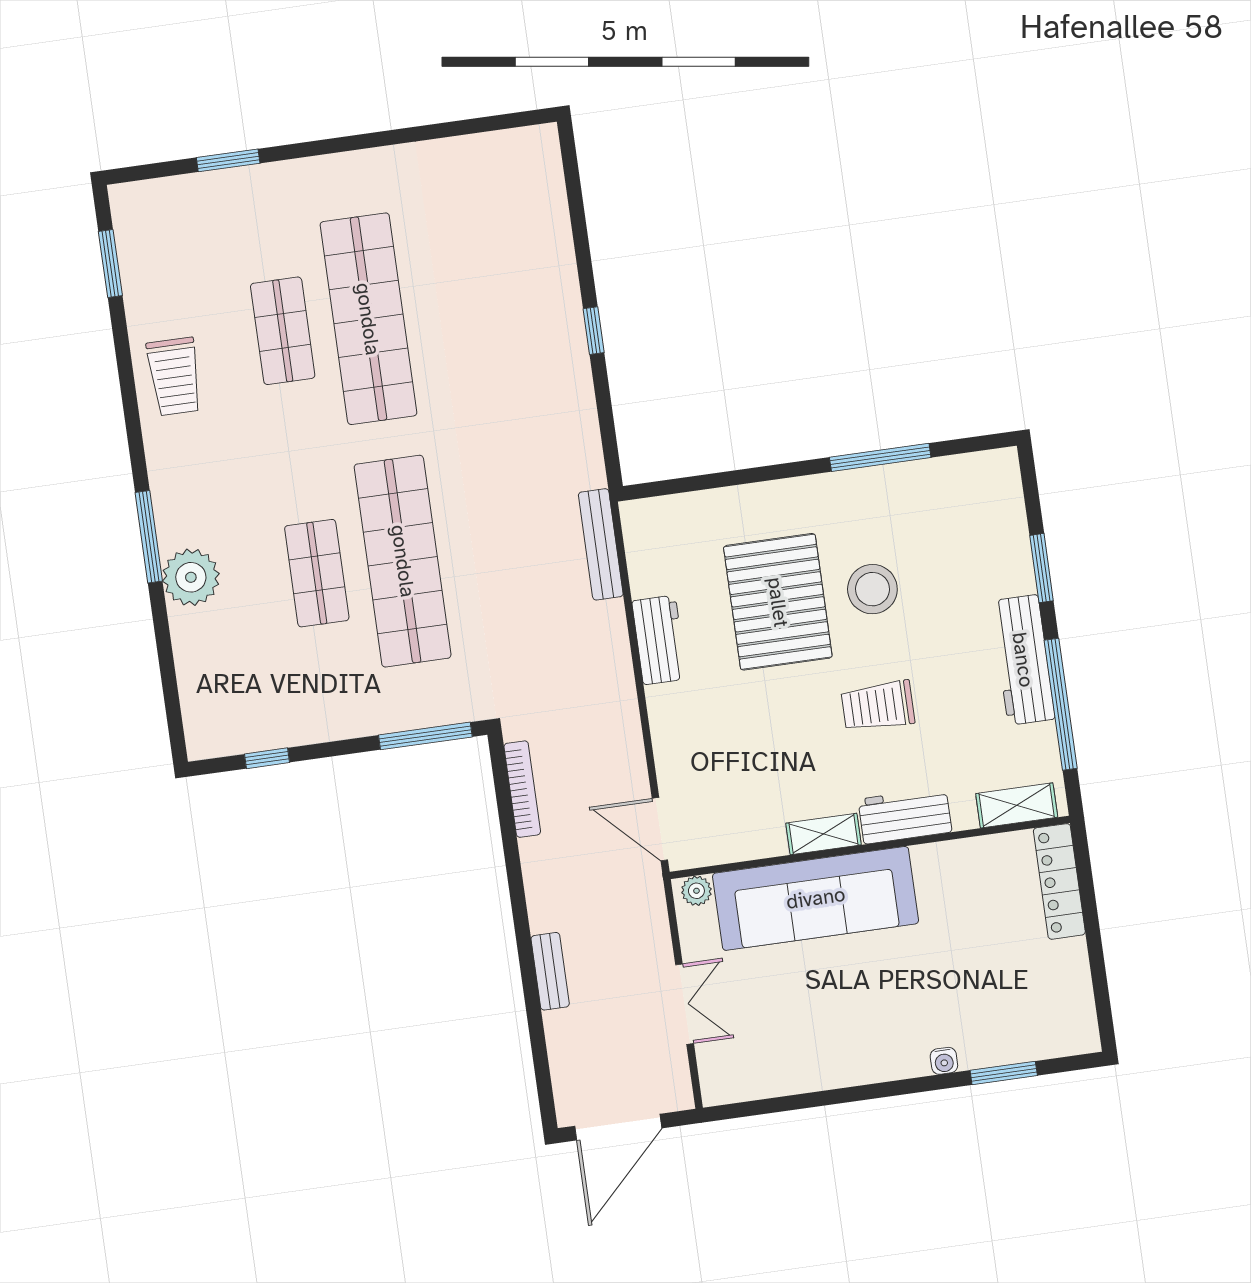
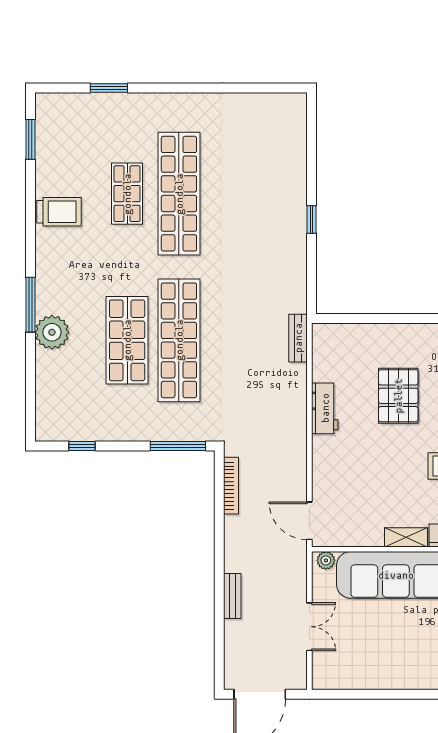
trolley: (174, 377) -> (59, 212), turned -90
bench: (601, 544) -> (298, 338), width x0.73
shop shelf: (317, 573) -> (127, 340), width x1.43, depth x1.36
pallet: (778, 602) -> (398, 396), width x0.73, depth x0.71

